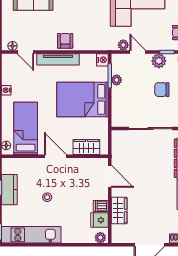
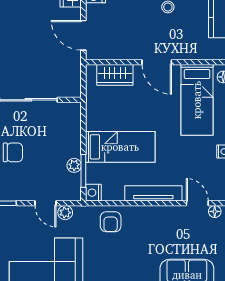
armchair: (65, 41) -> (111, 222), moved
plant: (159, 61) -> (17, 191), removed
bed: (83, 99) -> (120, 147), width x0.67

